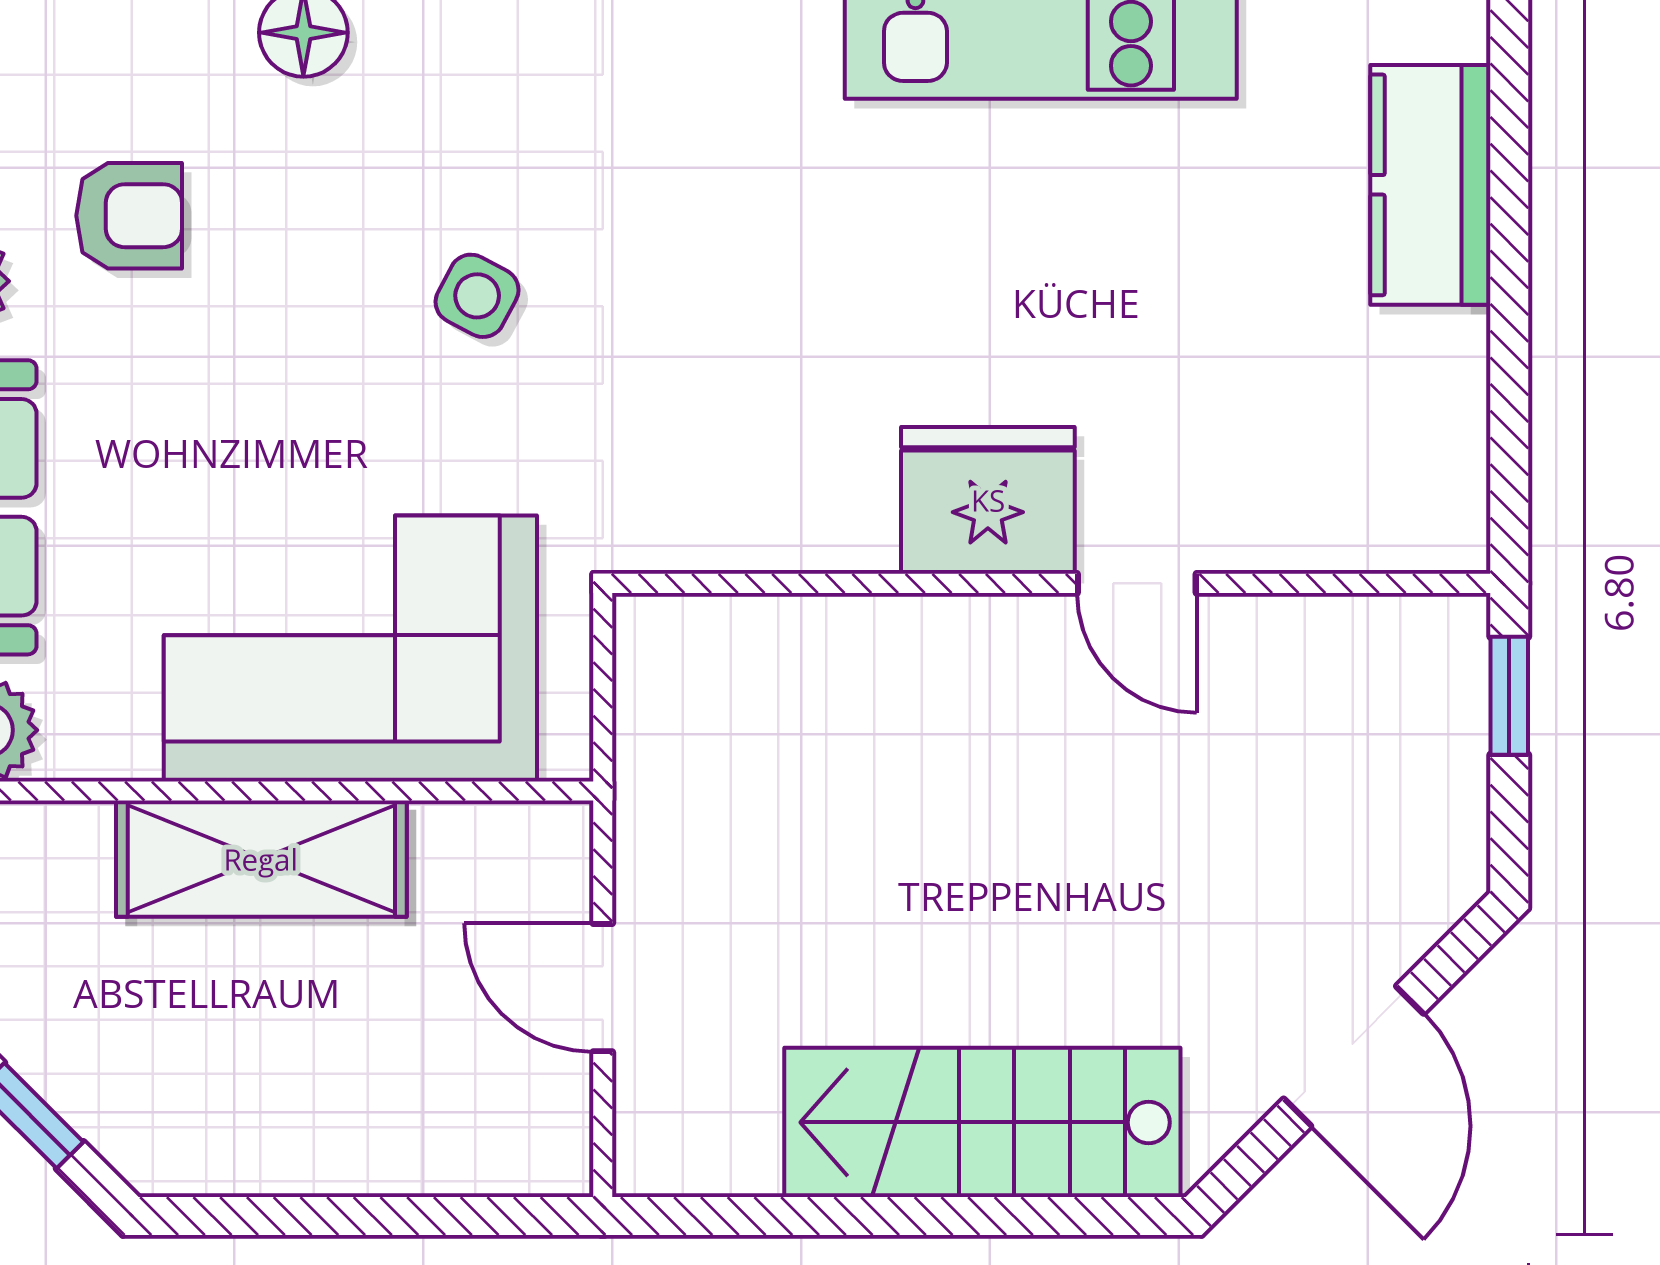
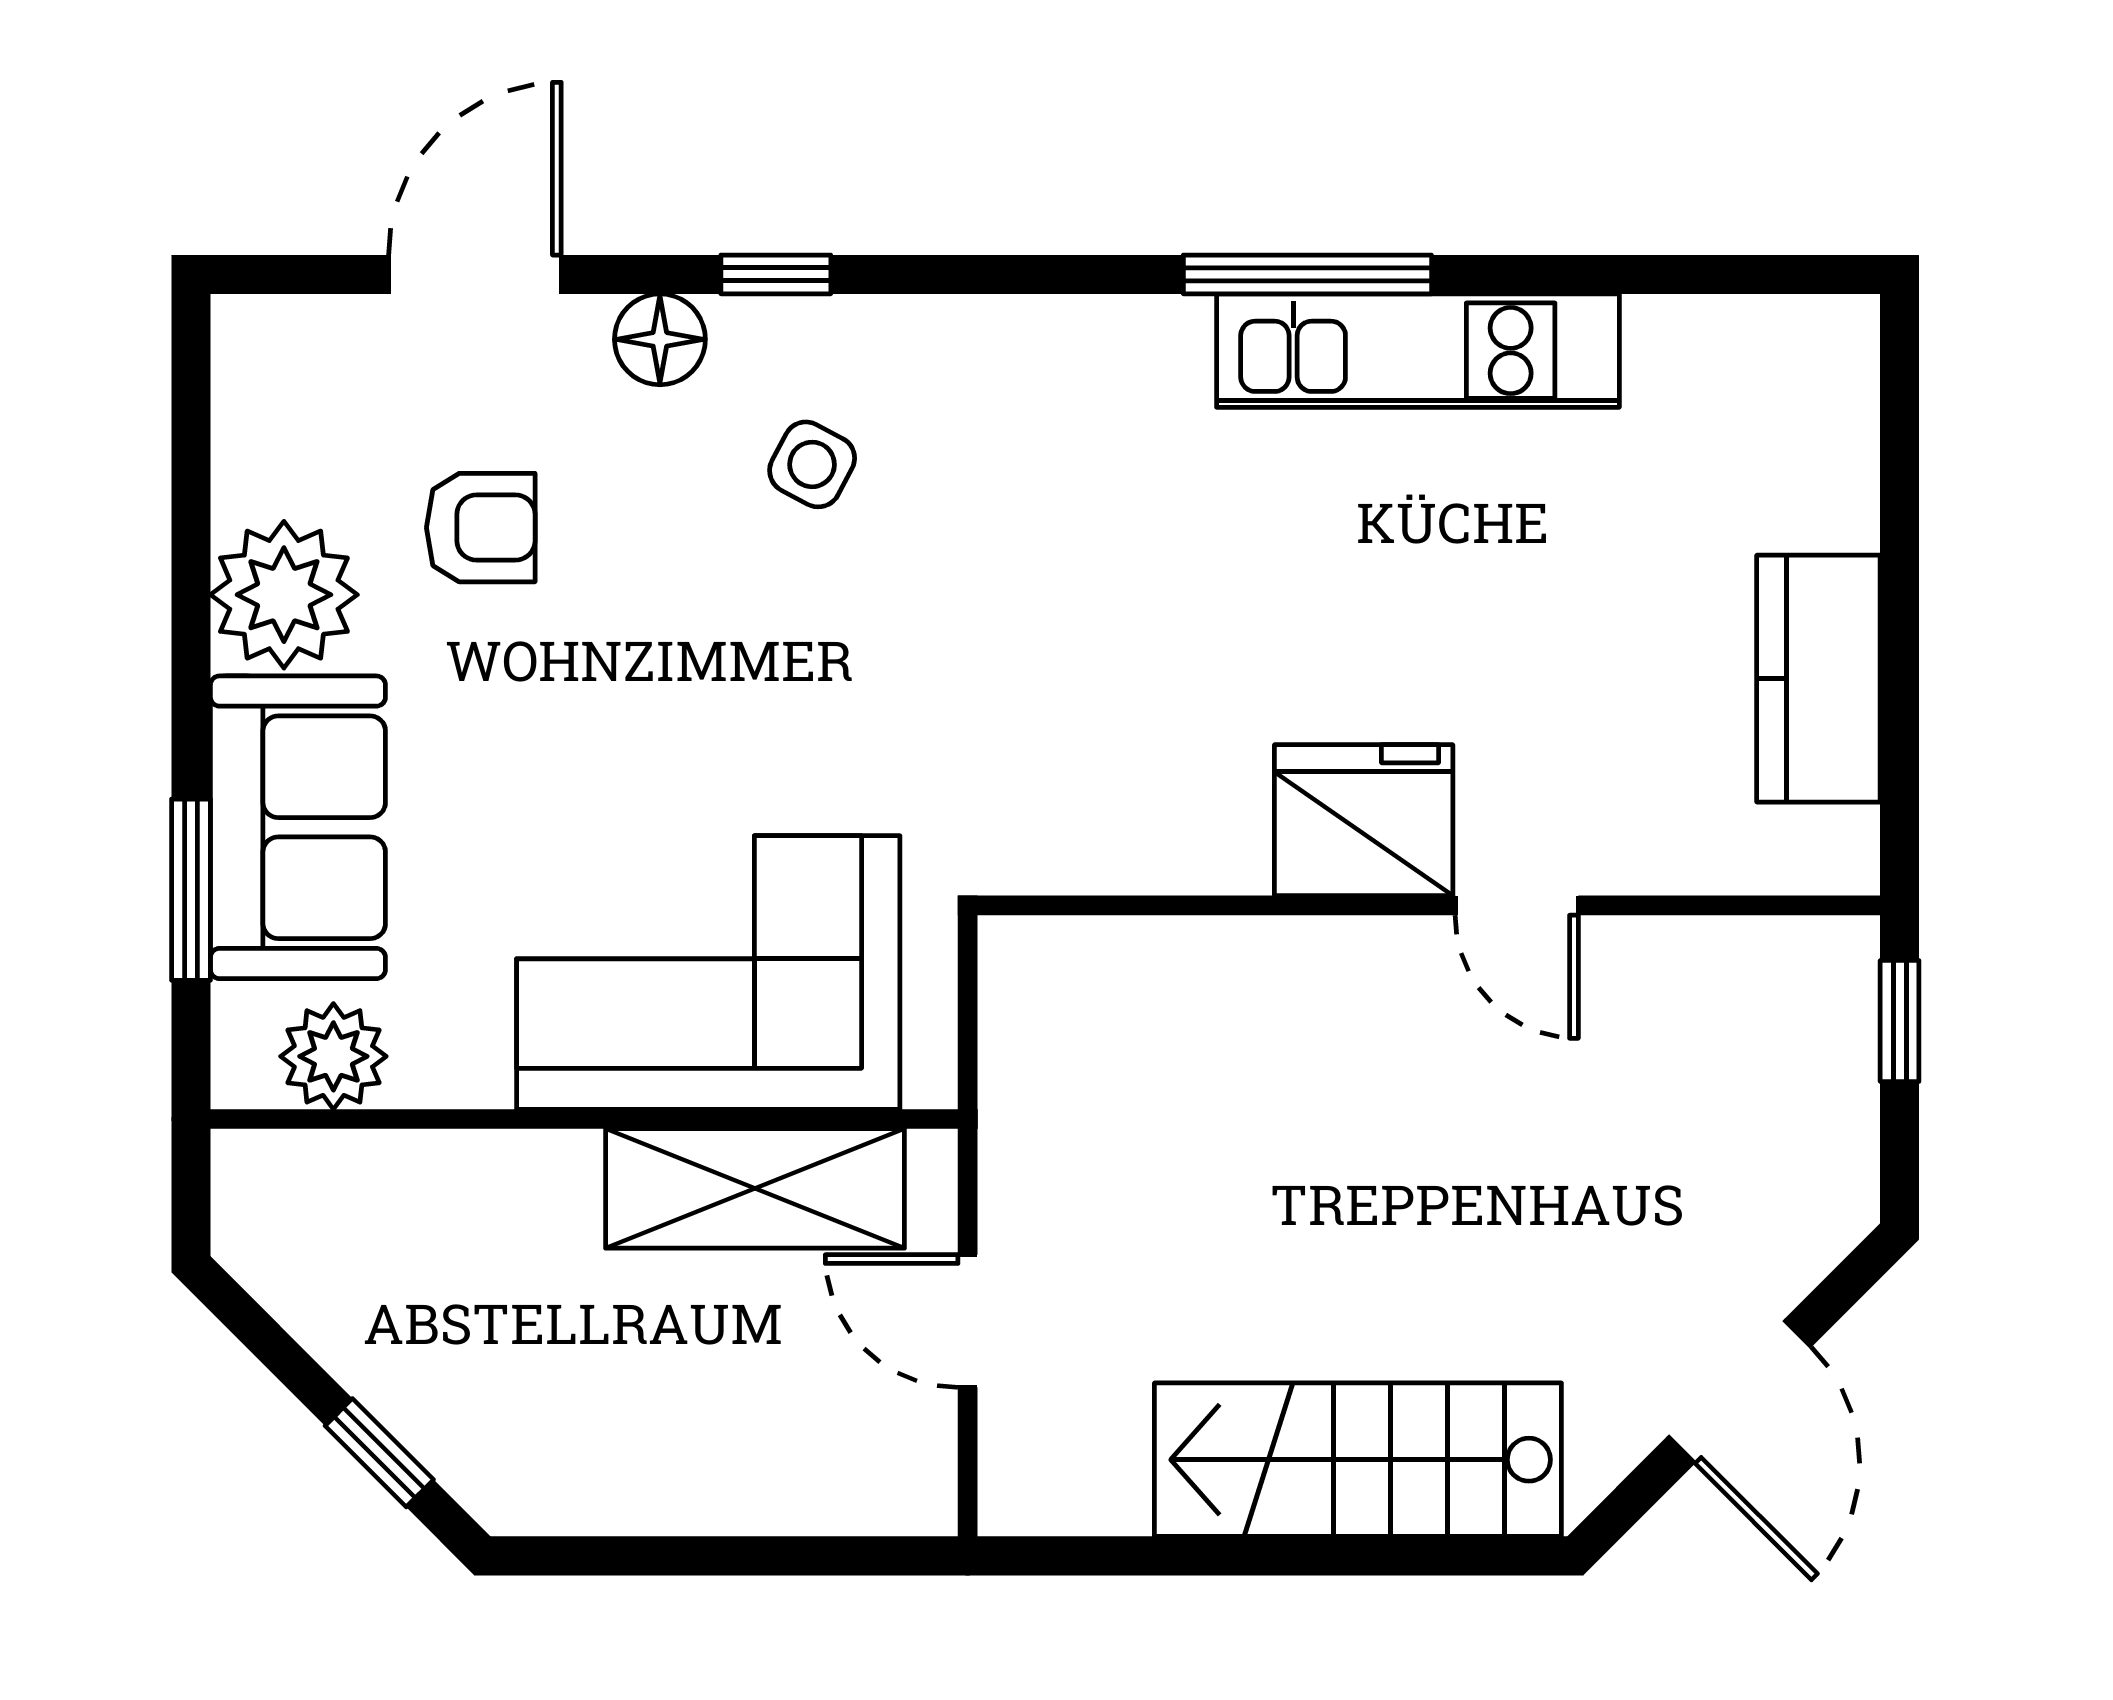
kitchen counter: (1430, 185) -> (1818, 679), moved
side table: (477, 296) -> (812, 464), moved
shelving: (261, 859) -> (755, 1188), moved

